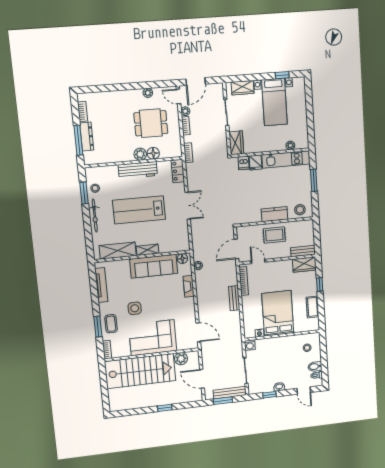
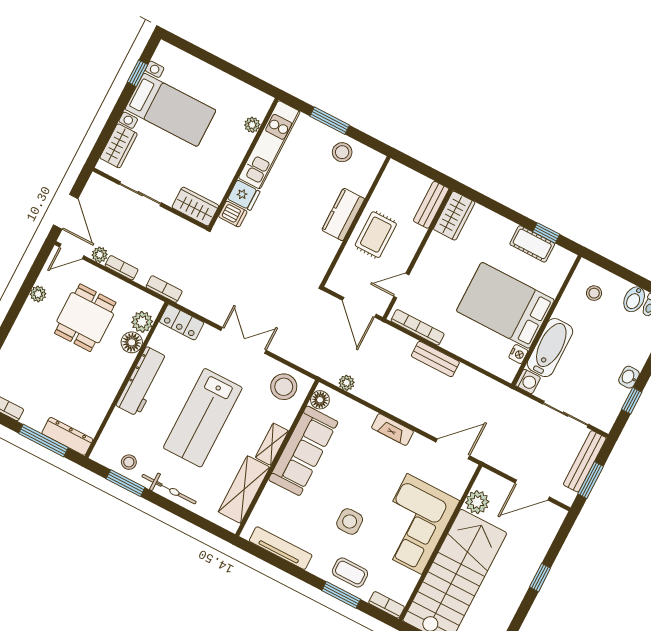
dresser: (87, 137) -> (67, 436), moved
plant: (140, 154) -> (142, 322), moved
stool: (300, 210) -> (342, 152), moved
stool: (178, 238) -> (284, 387), added
window: (320, 284) -> (546, 233), moved
fireplace: (189, 286) -> (392, 430), moved
bathtub: (271, 345) -> (550, 348), added

